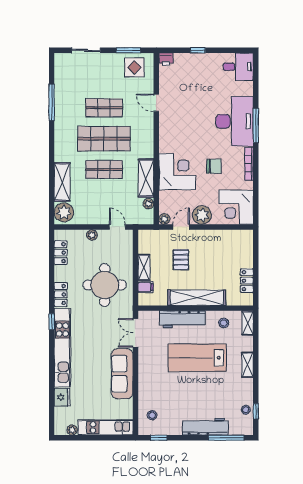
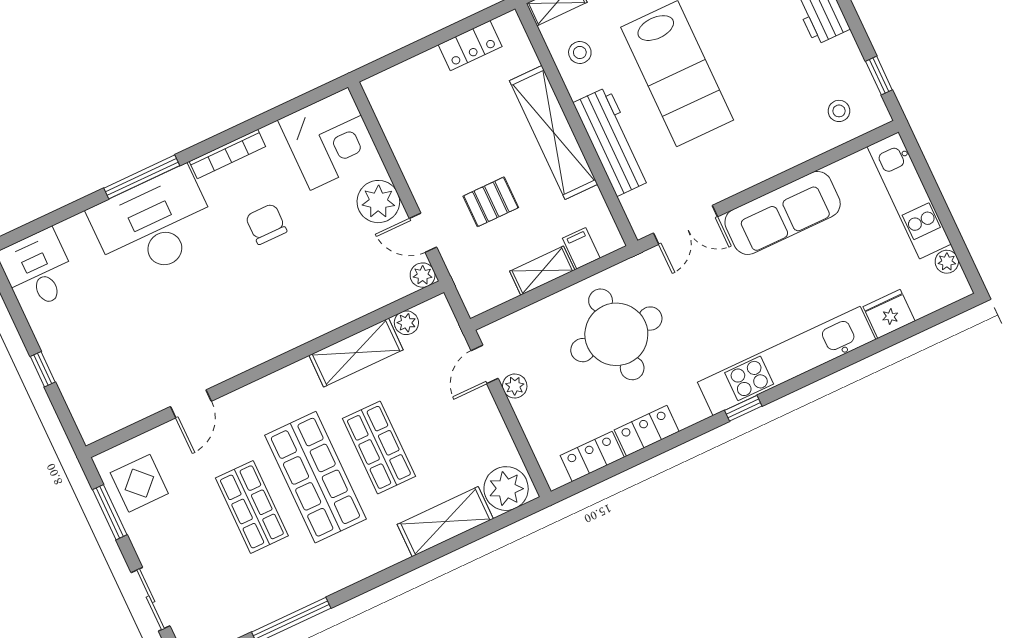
printer: (166, 59) -> (92, 426), removed
corner desk: (177, 172) -> (313, 294), removed
plant: (92, 235) -> (515, 386), moved
locker: (61, 294) -> (647, 431), moved

